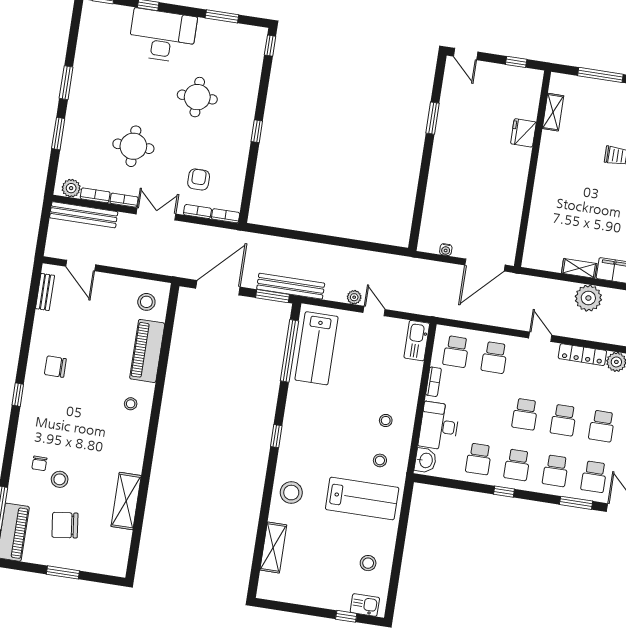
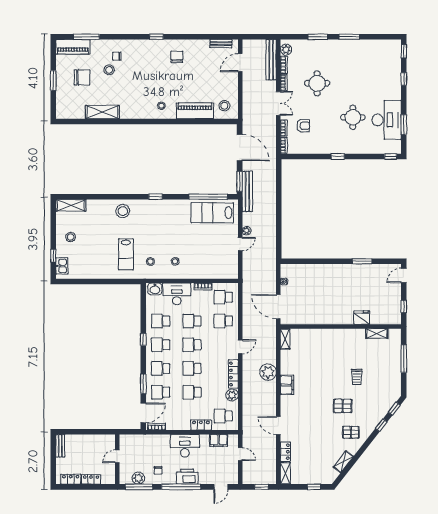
desk: (162, 36) -> (387, 120), moved
shelving: (579, 268) -> (285, 339), moved
kitchen sink: (417, 341) -> (226, 273), removed
school desk: (486, 408) -> (192, 321), added
lab bench: (362, 498) -> (126, 254), width x0.73, depth x0.72
chair: (65, 525) -> (82, 77), turned 97
shelving: (273, 547) -> (71, 205), moved
stool: (368, 563) -> (71, 237), moved

